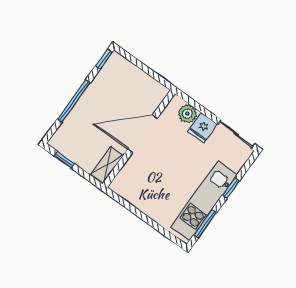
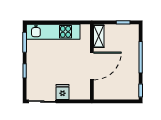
plant: (187, 114) -> (76, 94), removed
kitchen unit: (204, 201) -> (53, 32), moved, turned 90

